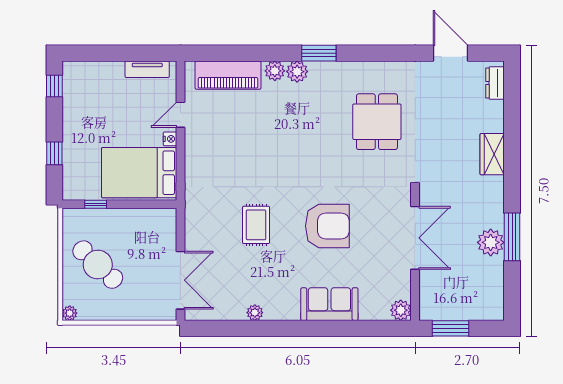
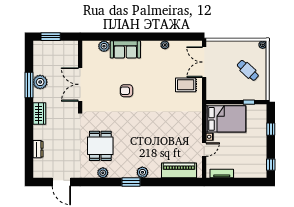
plant: (275, 71) -> (103, 173), moved
dresser: (495, 83) -> (38, 149), moved
wardrobe: (492, 154) -> (39, 114), moved
rug: (256, 225) -> (186, 85), moved, turned 90
armchair: (327, 226) -> (127, 91), width x0.53, depth x0.53
cafe table: (98, 265) -> (248, 70), width x0.73, depth x0.74
plant: (401, 310) -> (104, 46), moved
window: (450, 328) -> (51, 37), moved

